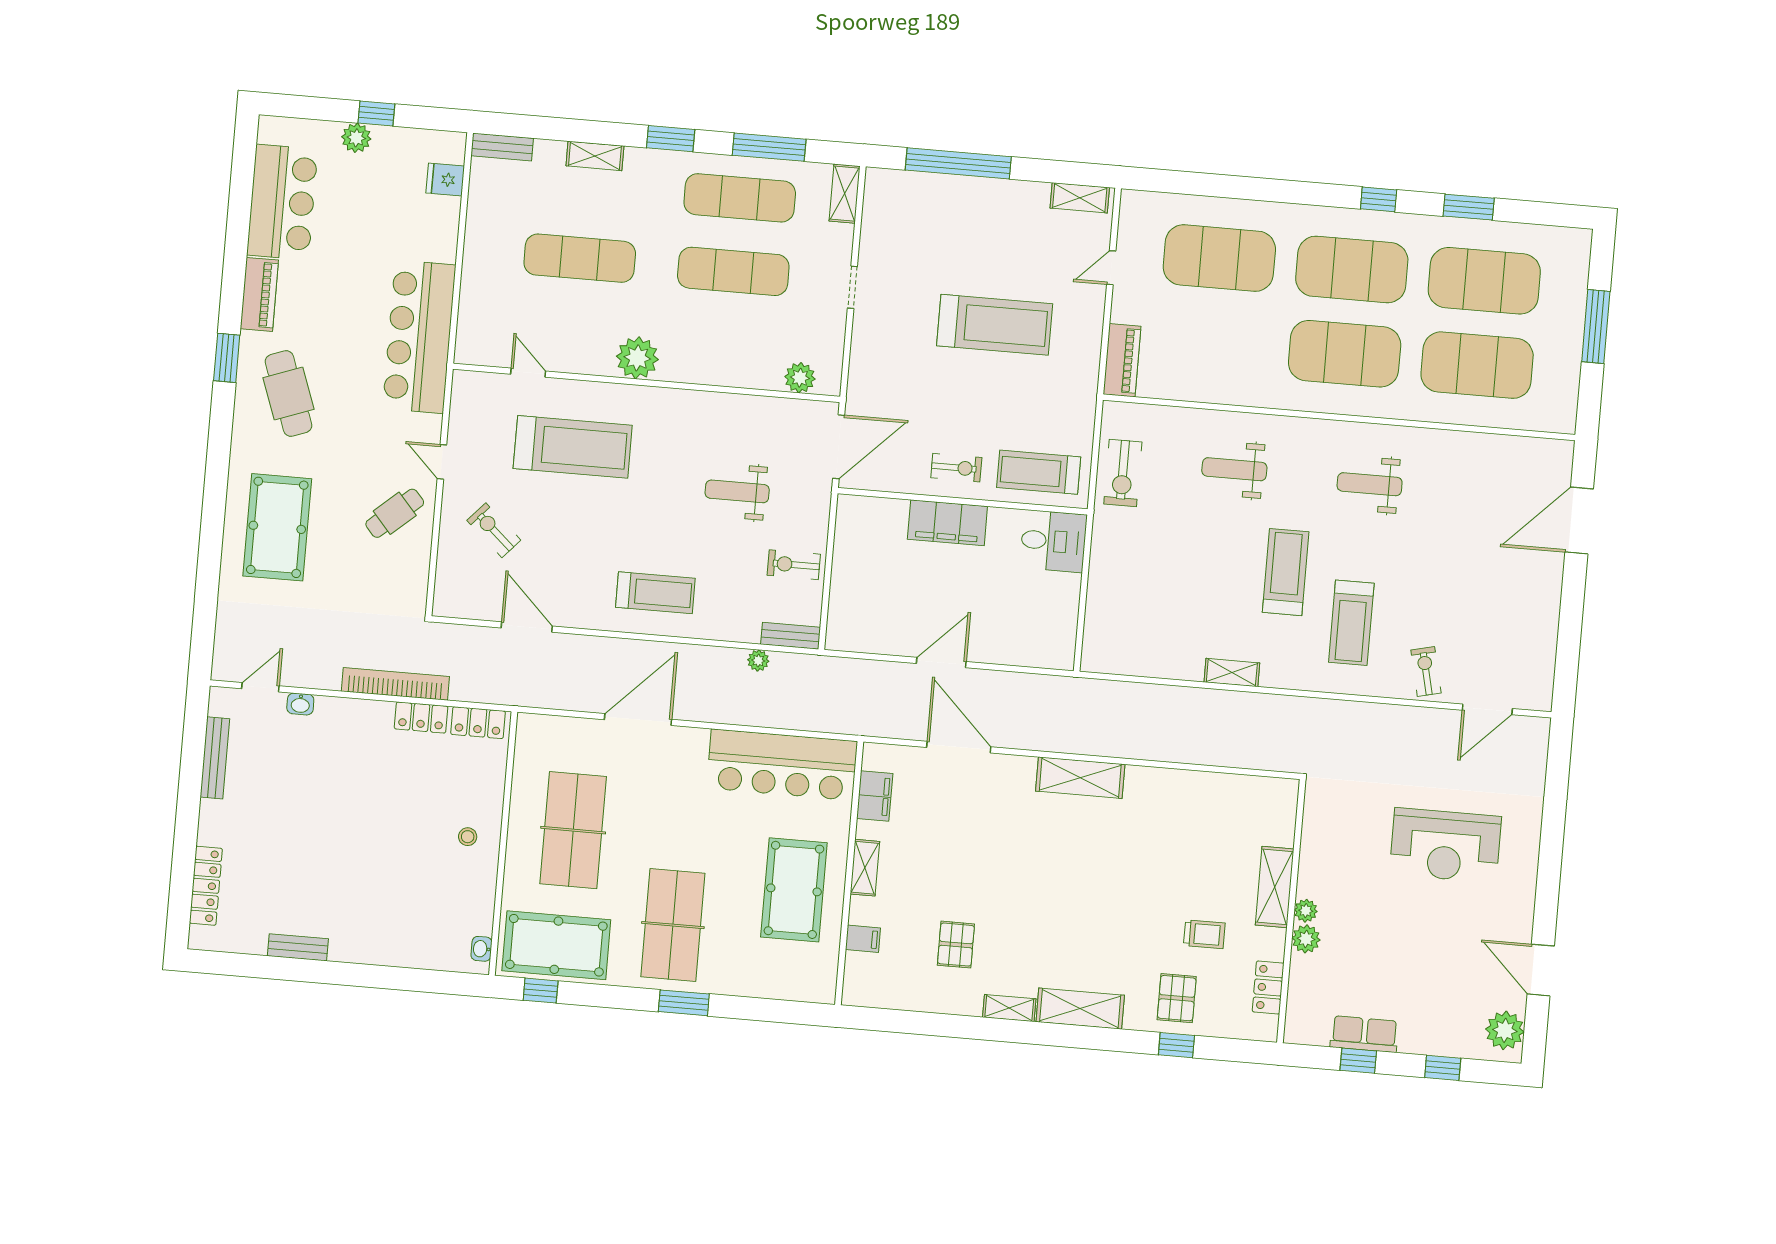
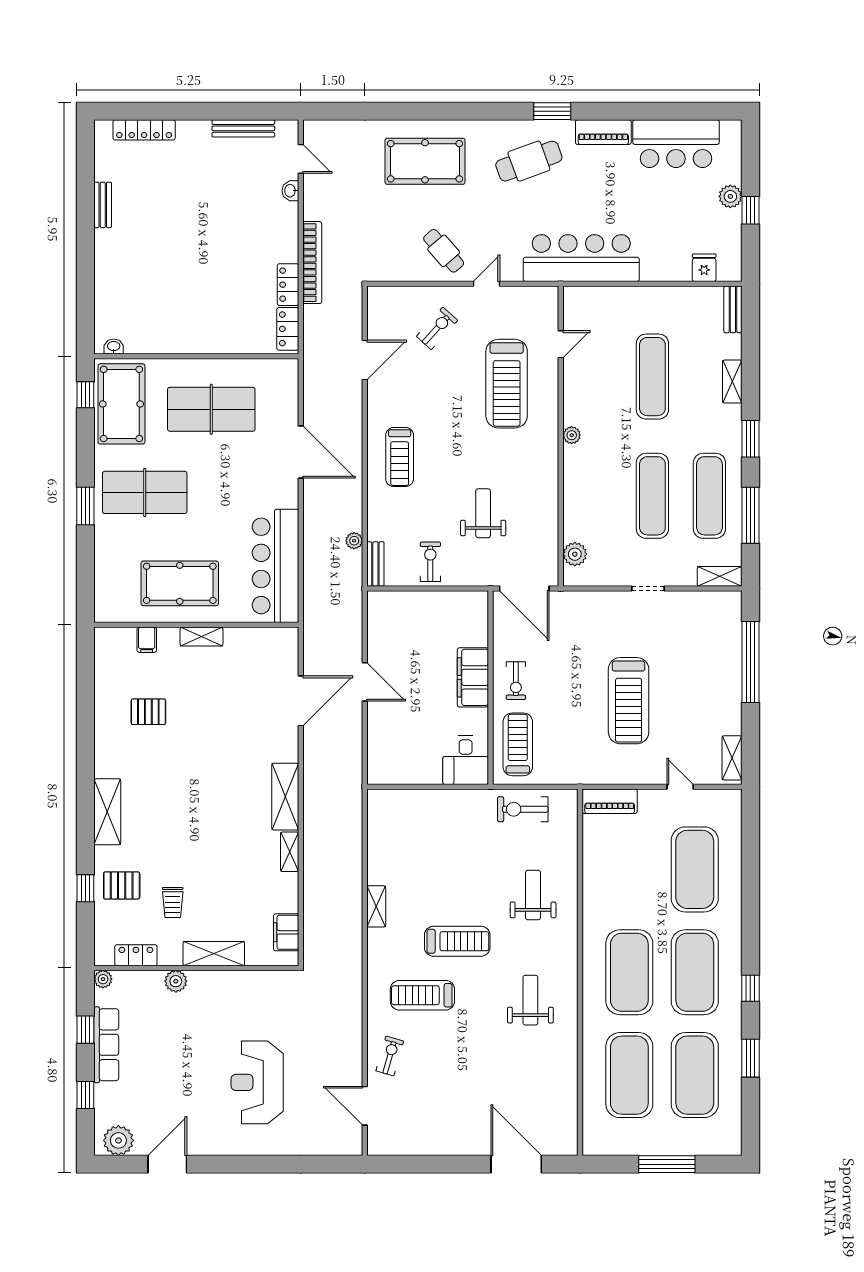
plant: (637, 358) -> (572, 435), width x0.53, depth x0.53
exercise bike: (1426, 671) -> (390, 1056), turned -61
filing cabinet: (875, 796) -> (286, 932), moved, turned 90
stool: (468, 837) -> (199, 328), removed
plant: (1306, 911) -> (103, 979), moved
shelving: (1009, 1008) -> (290, 852), moved
row of seats: (1364, 1034) -> (106, 1045), width x1.48

